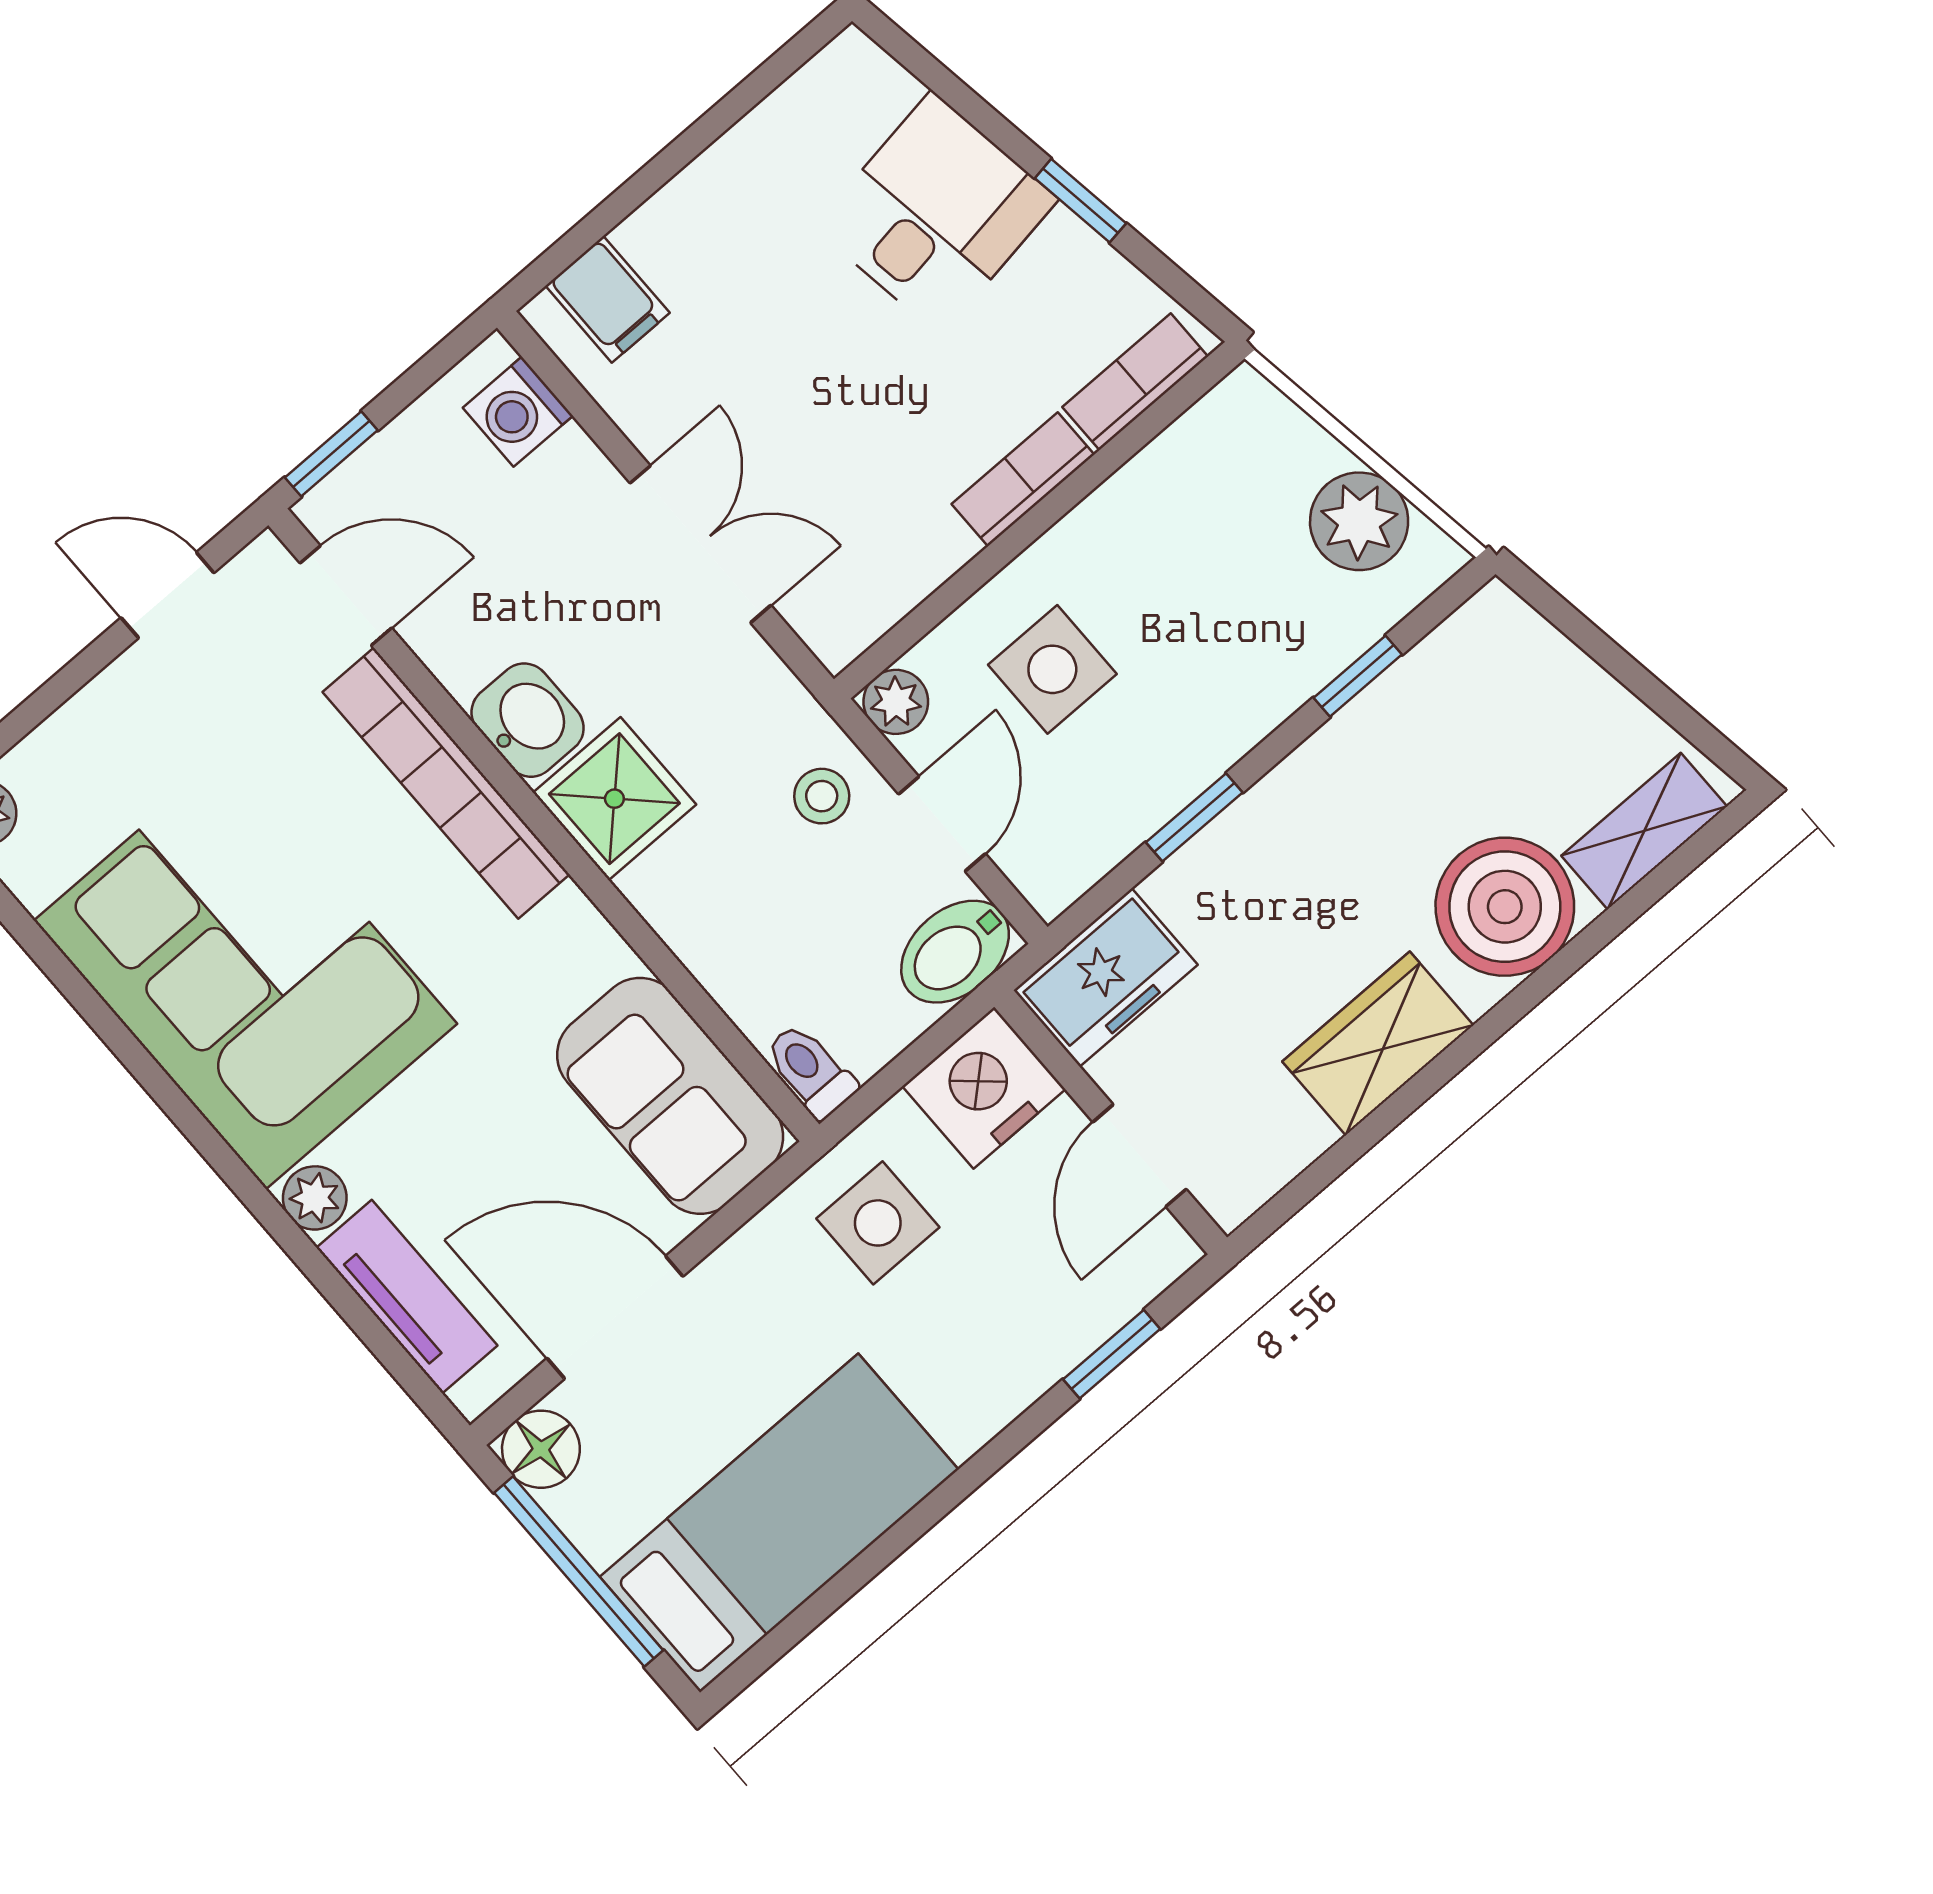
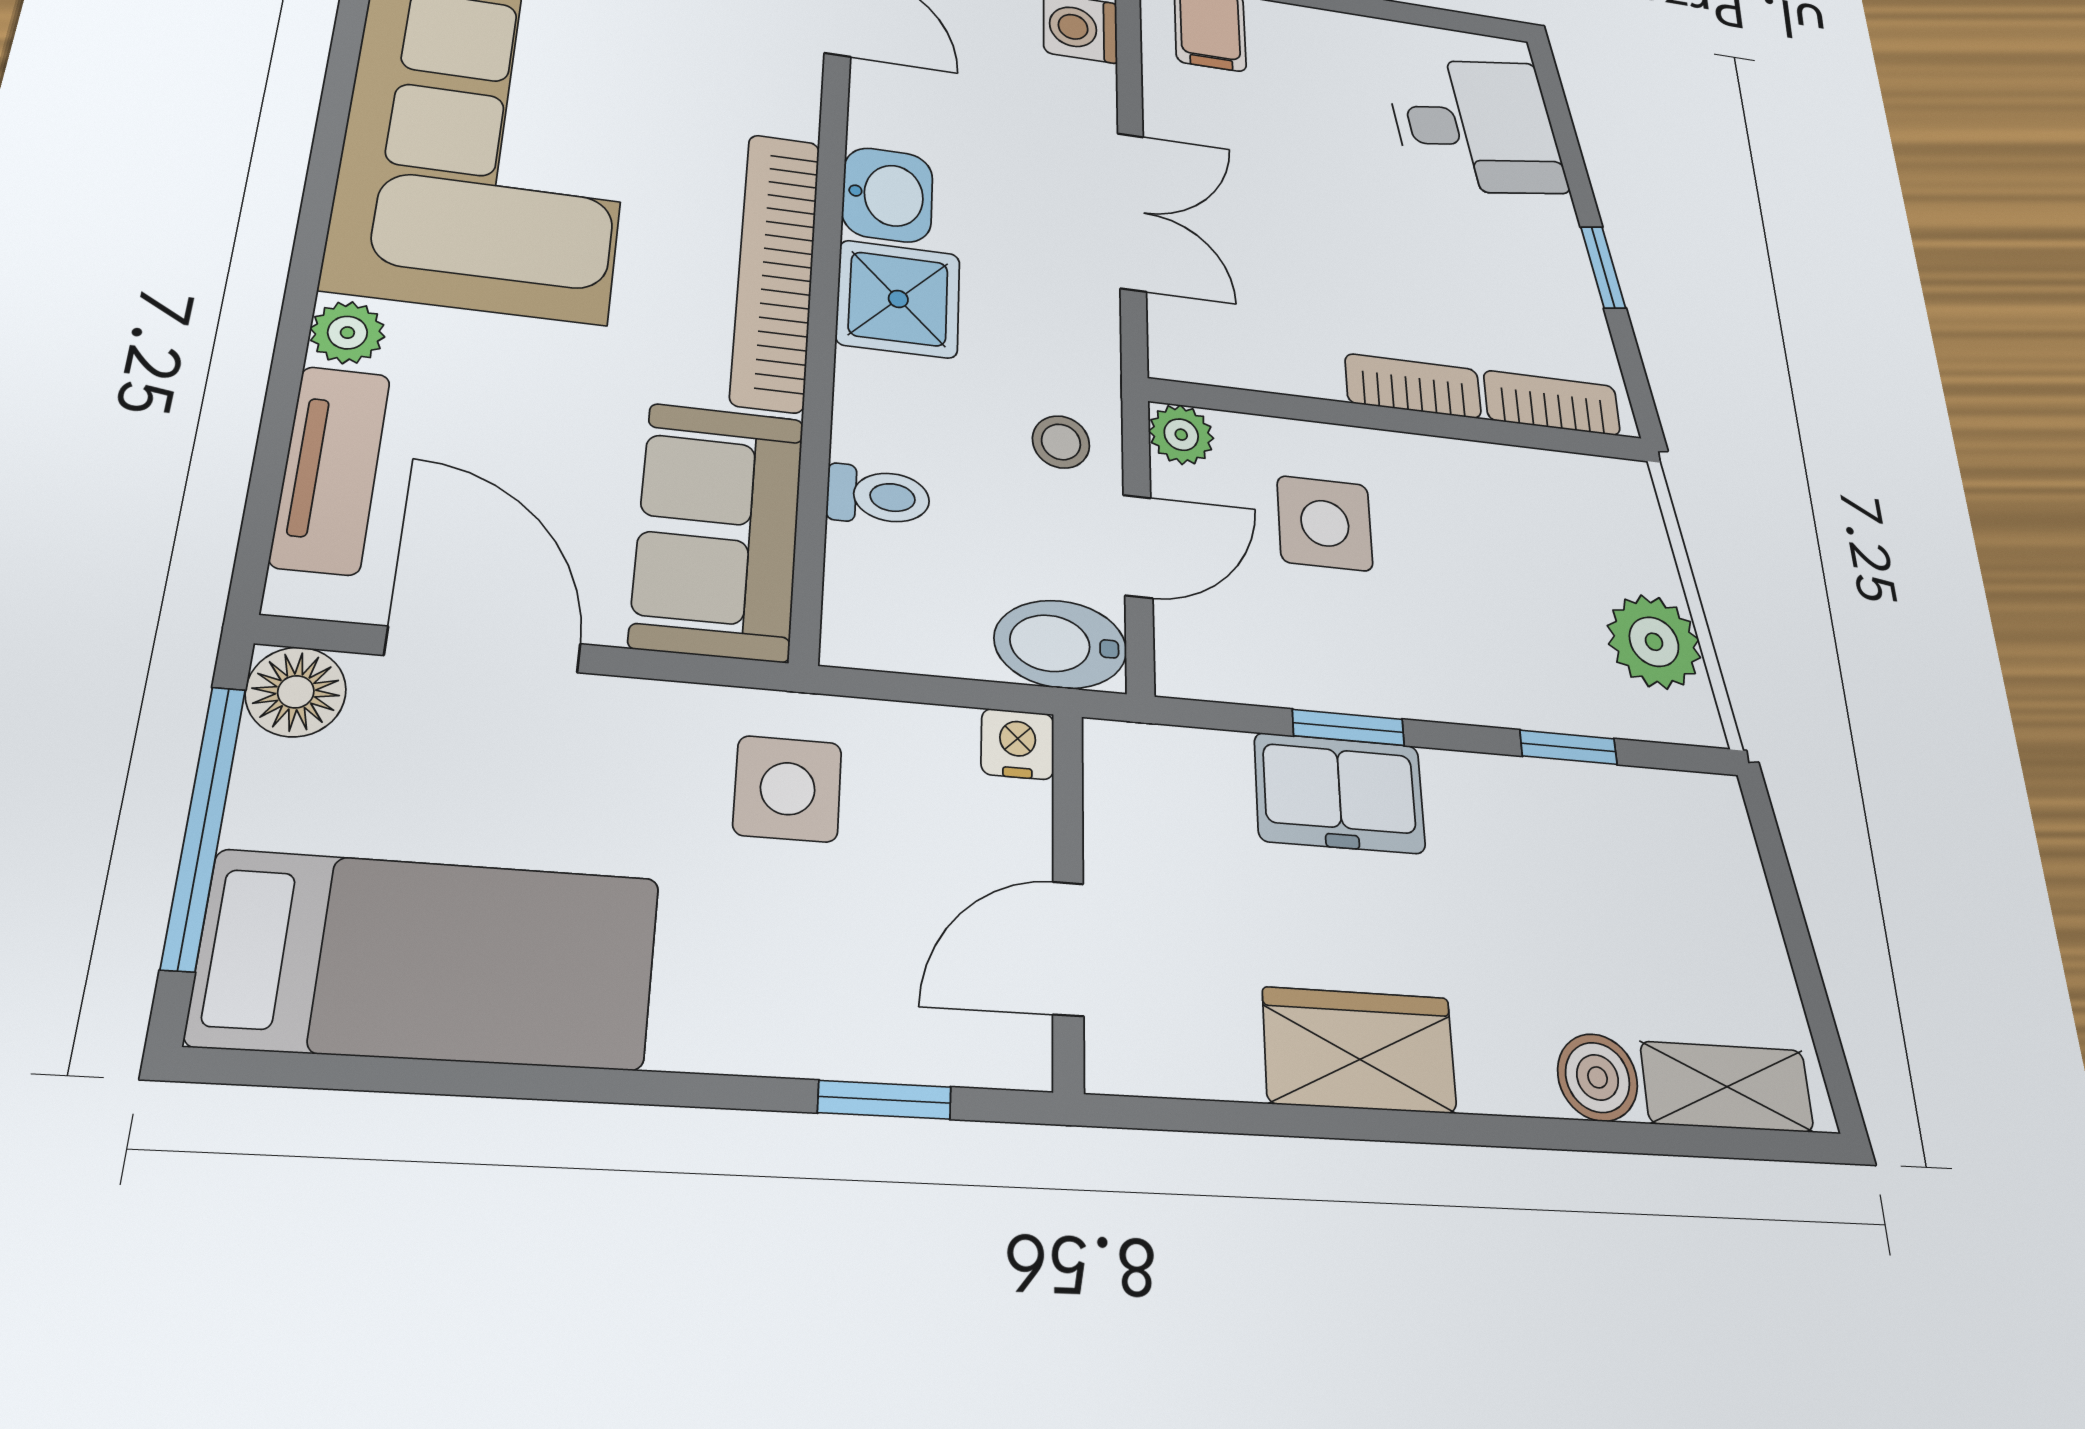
desk: (936, 213) -> (1476, 126), moved
bookcase: (446, 783) -> (776, 270), moved
boiler: (1505, 907) -> (1598, 1077), width x0.54, depth x0.54
freezer: (1106, 978) -> (1340, 793), moved
toilet: (810, 1071) -> (878, 496), moved, turned 90
nightstand: (984, 1088) -> (1018, 744), width x0.53, depth x0.56

